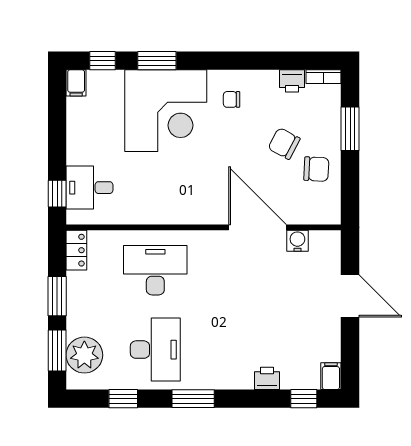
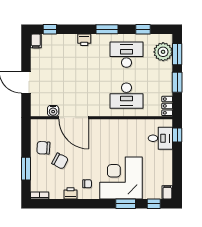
printer: (292, 81) -> (70, 193), moved
desk: (155, 350) -> (126, 55), turned 90
printer: (267, 378) -> (84, 40), moved

